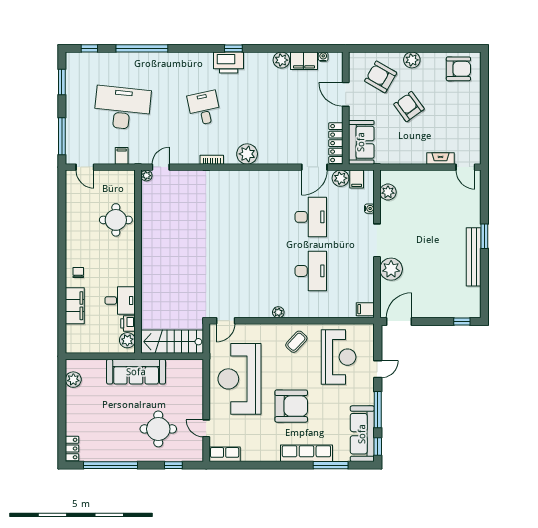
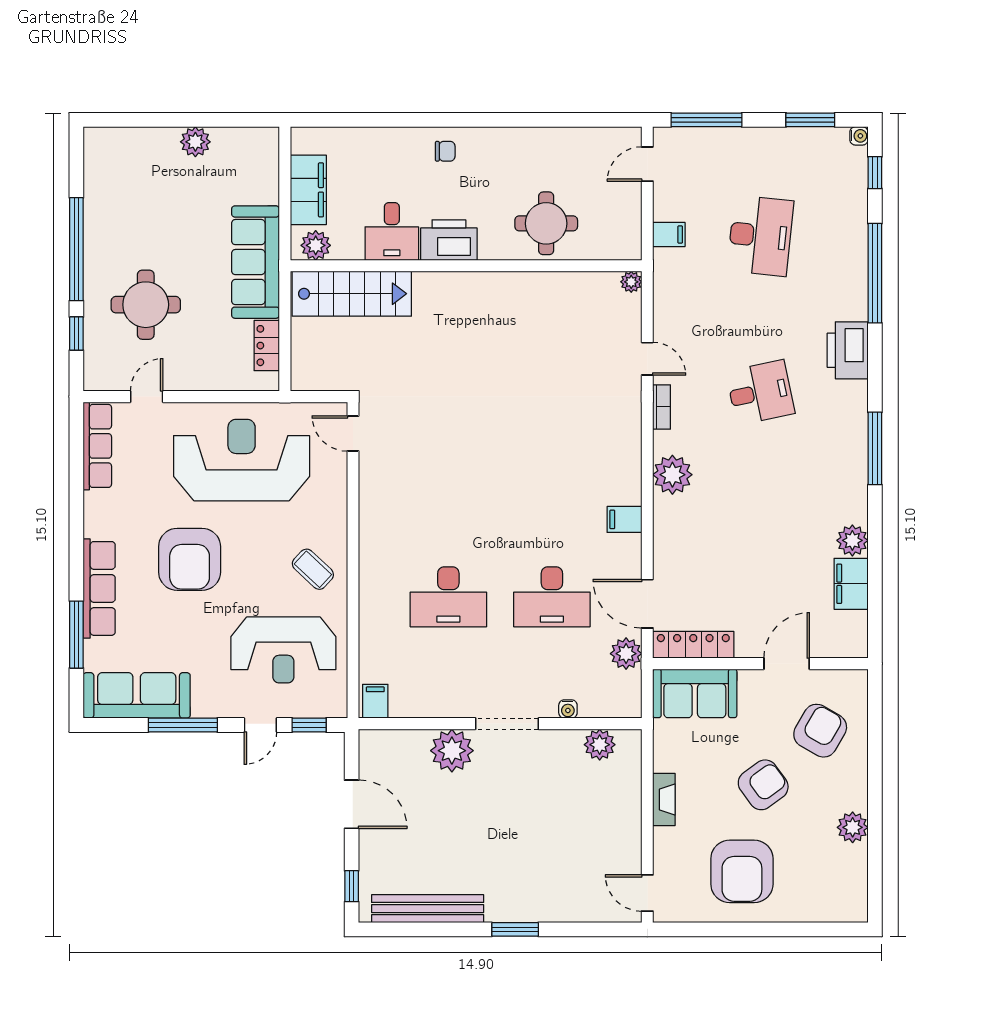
window: (233, 48) -> (875, 448), width x2.17
water cooler: (323, 57) -> (859, 136), moved
plant: (412, 60) -> (853, 827), moved
printer: (229, 63) -> (848, 350), moved
armchair: (458, 69) -> (742, 871), moved, width x1.36, depth x1.36
desk: (122, 108) -> (760, 236), width x0.73, depth x0.77
fireplace: (441, 158) -> (664, 800), moved
door: (161, 167) -> (647, 359), moved
door: (465, 167) -> (647, 893), hinge flipped
filing cabinet: (357, 179) -> (624, 519), moved
bench: (474, 257) -> (428, 909), moved
filing cabinet: (75, 306) -> (308, 190), moved, turned -90
plant: (278, 312) -> (369, 535), removed
door: (399, 321) -> (352, 804), moved
printer: (128, 323) -> (449, 240), moved, width x1.87, depth x1.48
stairs: (172, 342) -> (352, 294), moved, turned 90
door: (378, 369) -> (260, 725), hinge flipped
plant: (73, 380) -> (195, 142), moved
window: (378, 447) -> (309, 725), moved
locker: (72, 449) -> (267, 346), moved, turned 90
row of seats: (225, 454) -> (97, 446), width x1.48
window: (110, 465) -> (76, 249), moved

